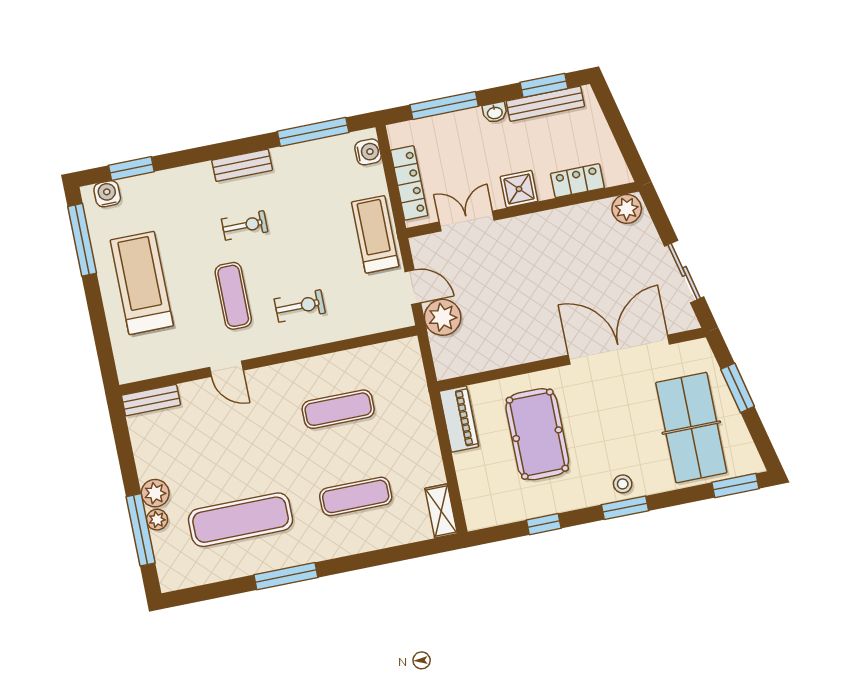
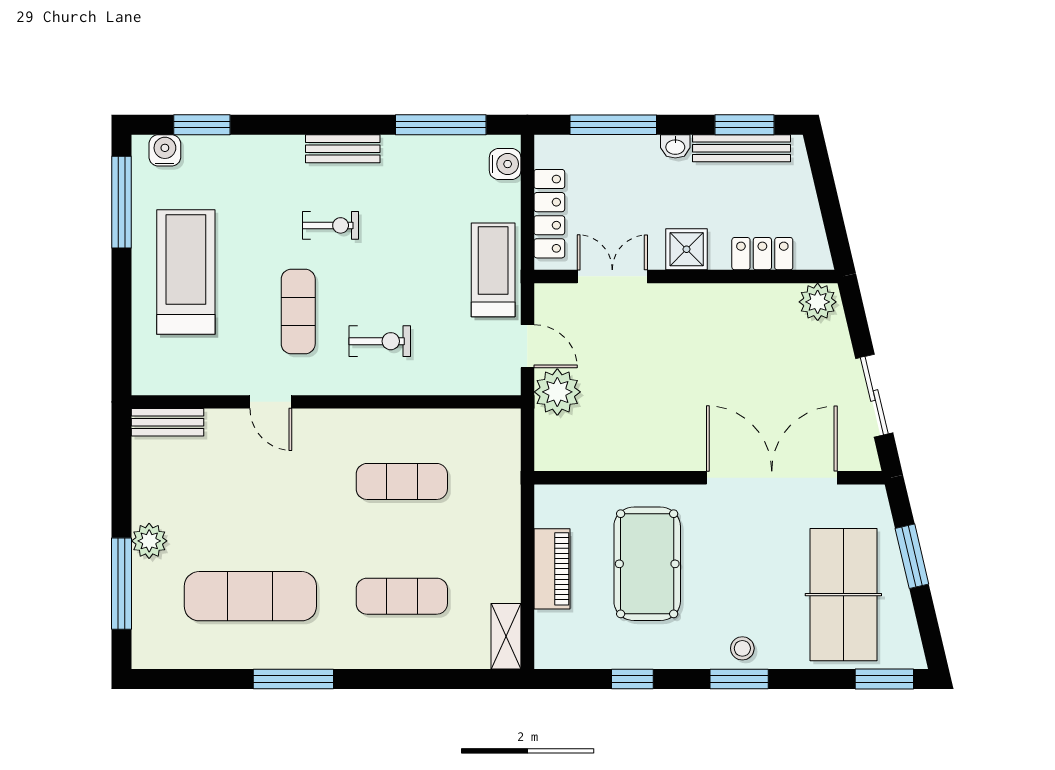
piano: (459, 419) -> (552, 569), moved
plant: (157, 520) -> (145, 575), removed

